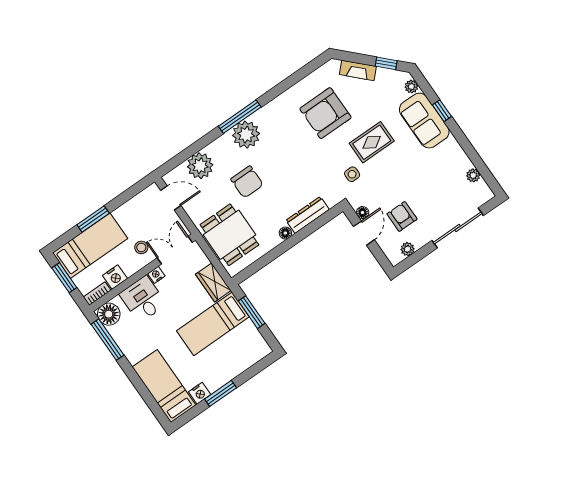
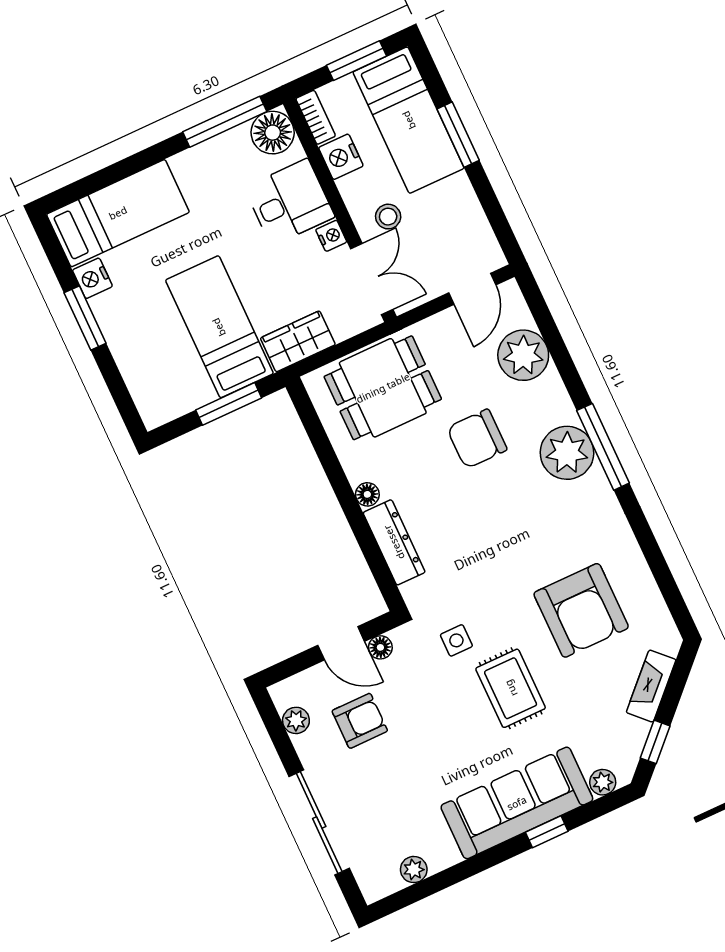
armchair: (325, 113) -> (581, 610), turned 180
sofa: (424, 121) -> (517, 803), width x1.36

